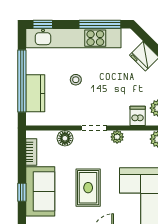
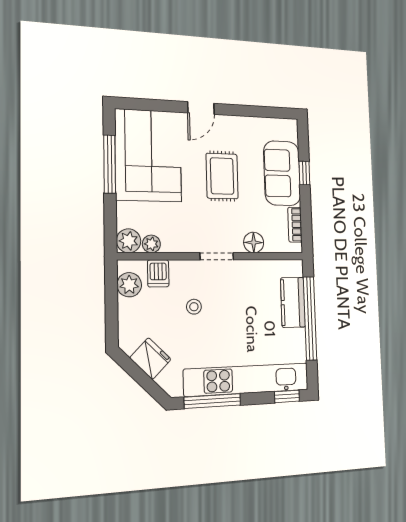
stool: (76, 80) -> (194, 307), moved
plant: (117, 137) -> (151, 244), moved

